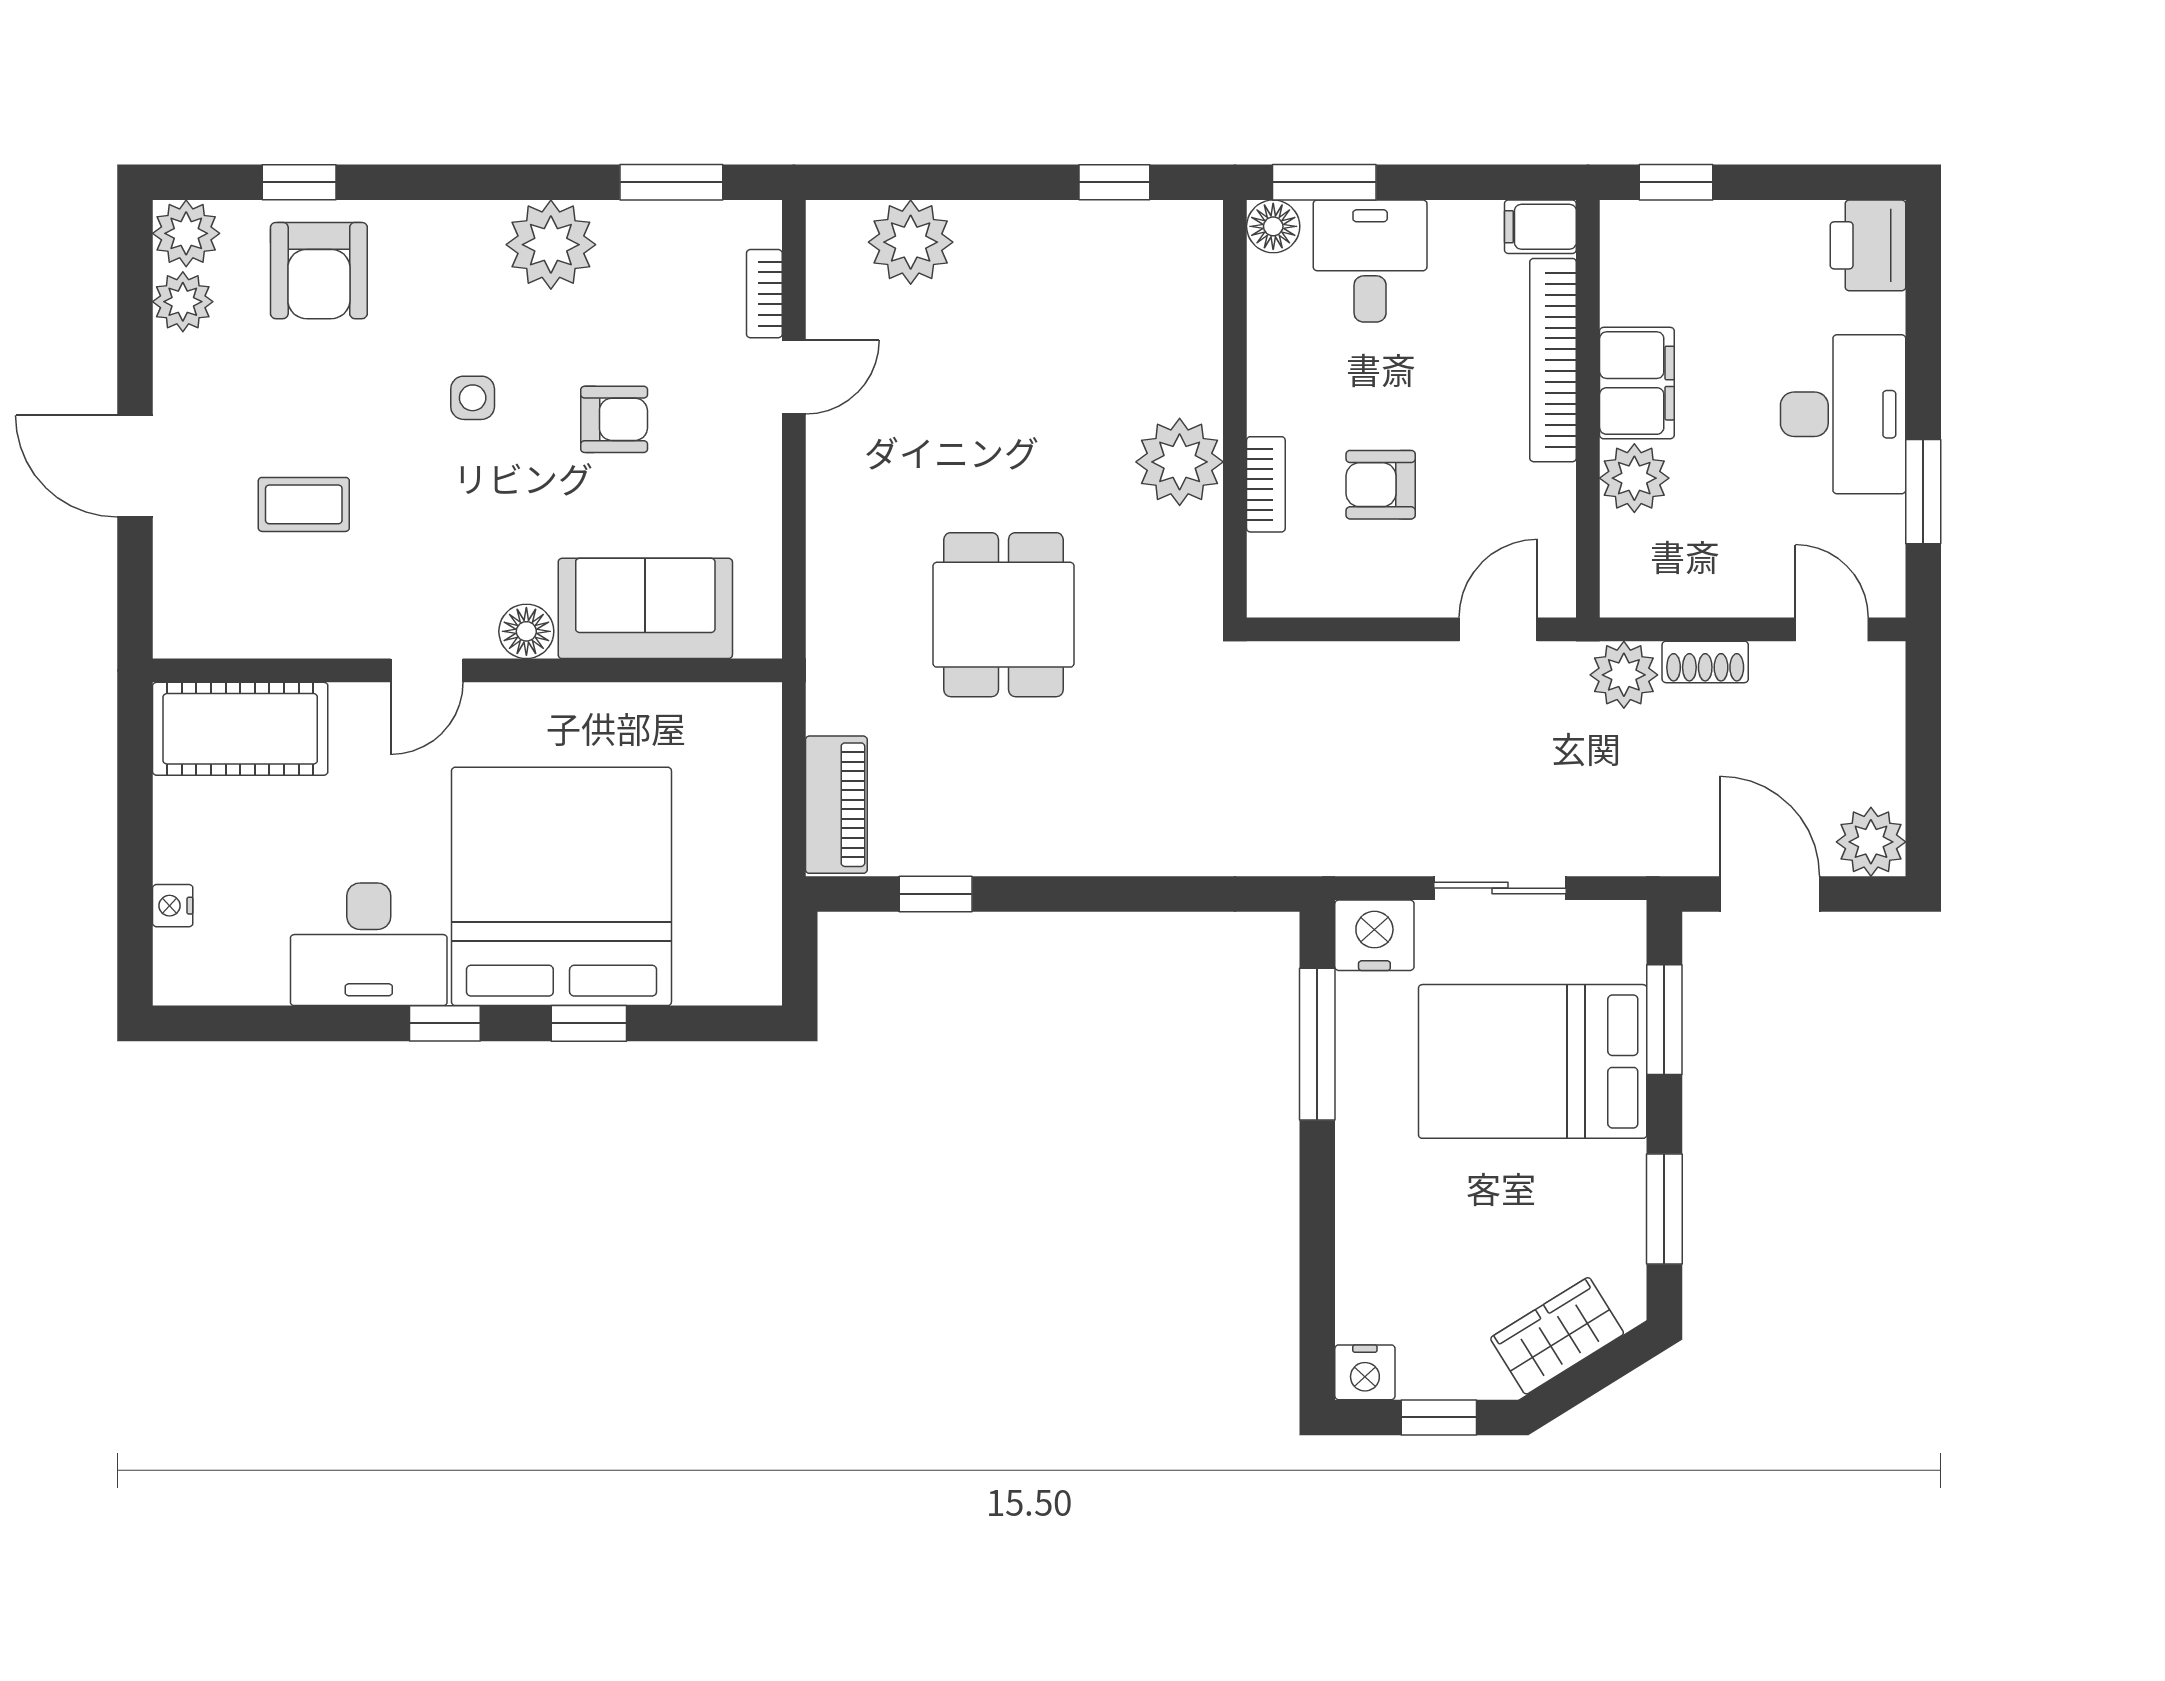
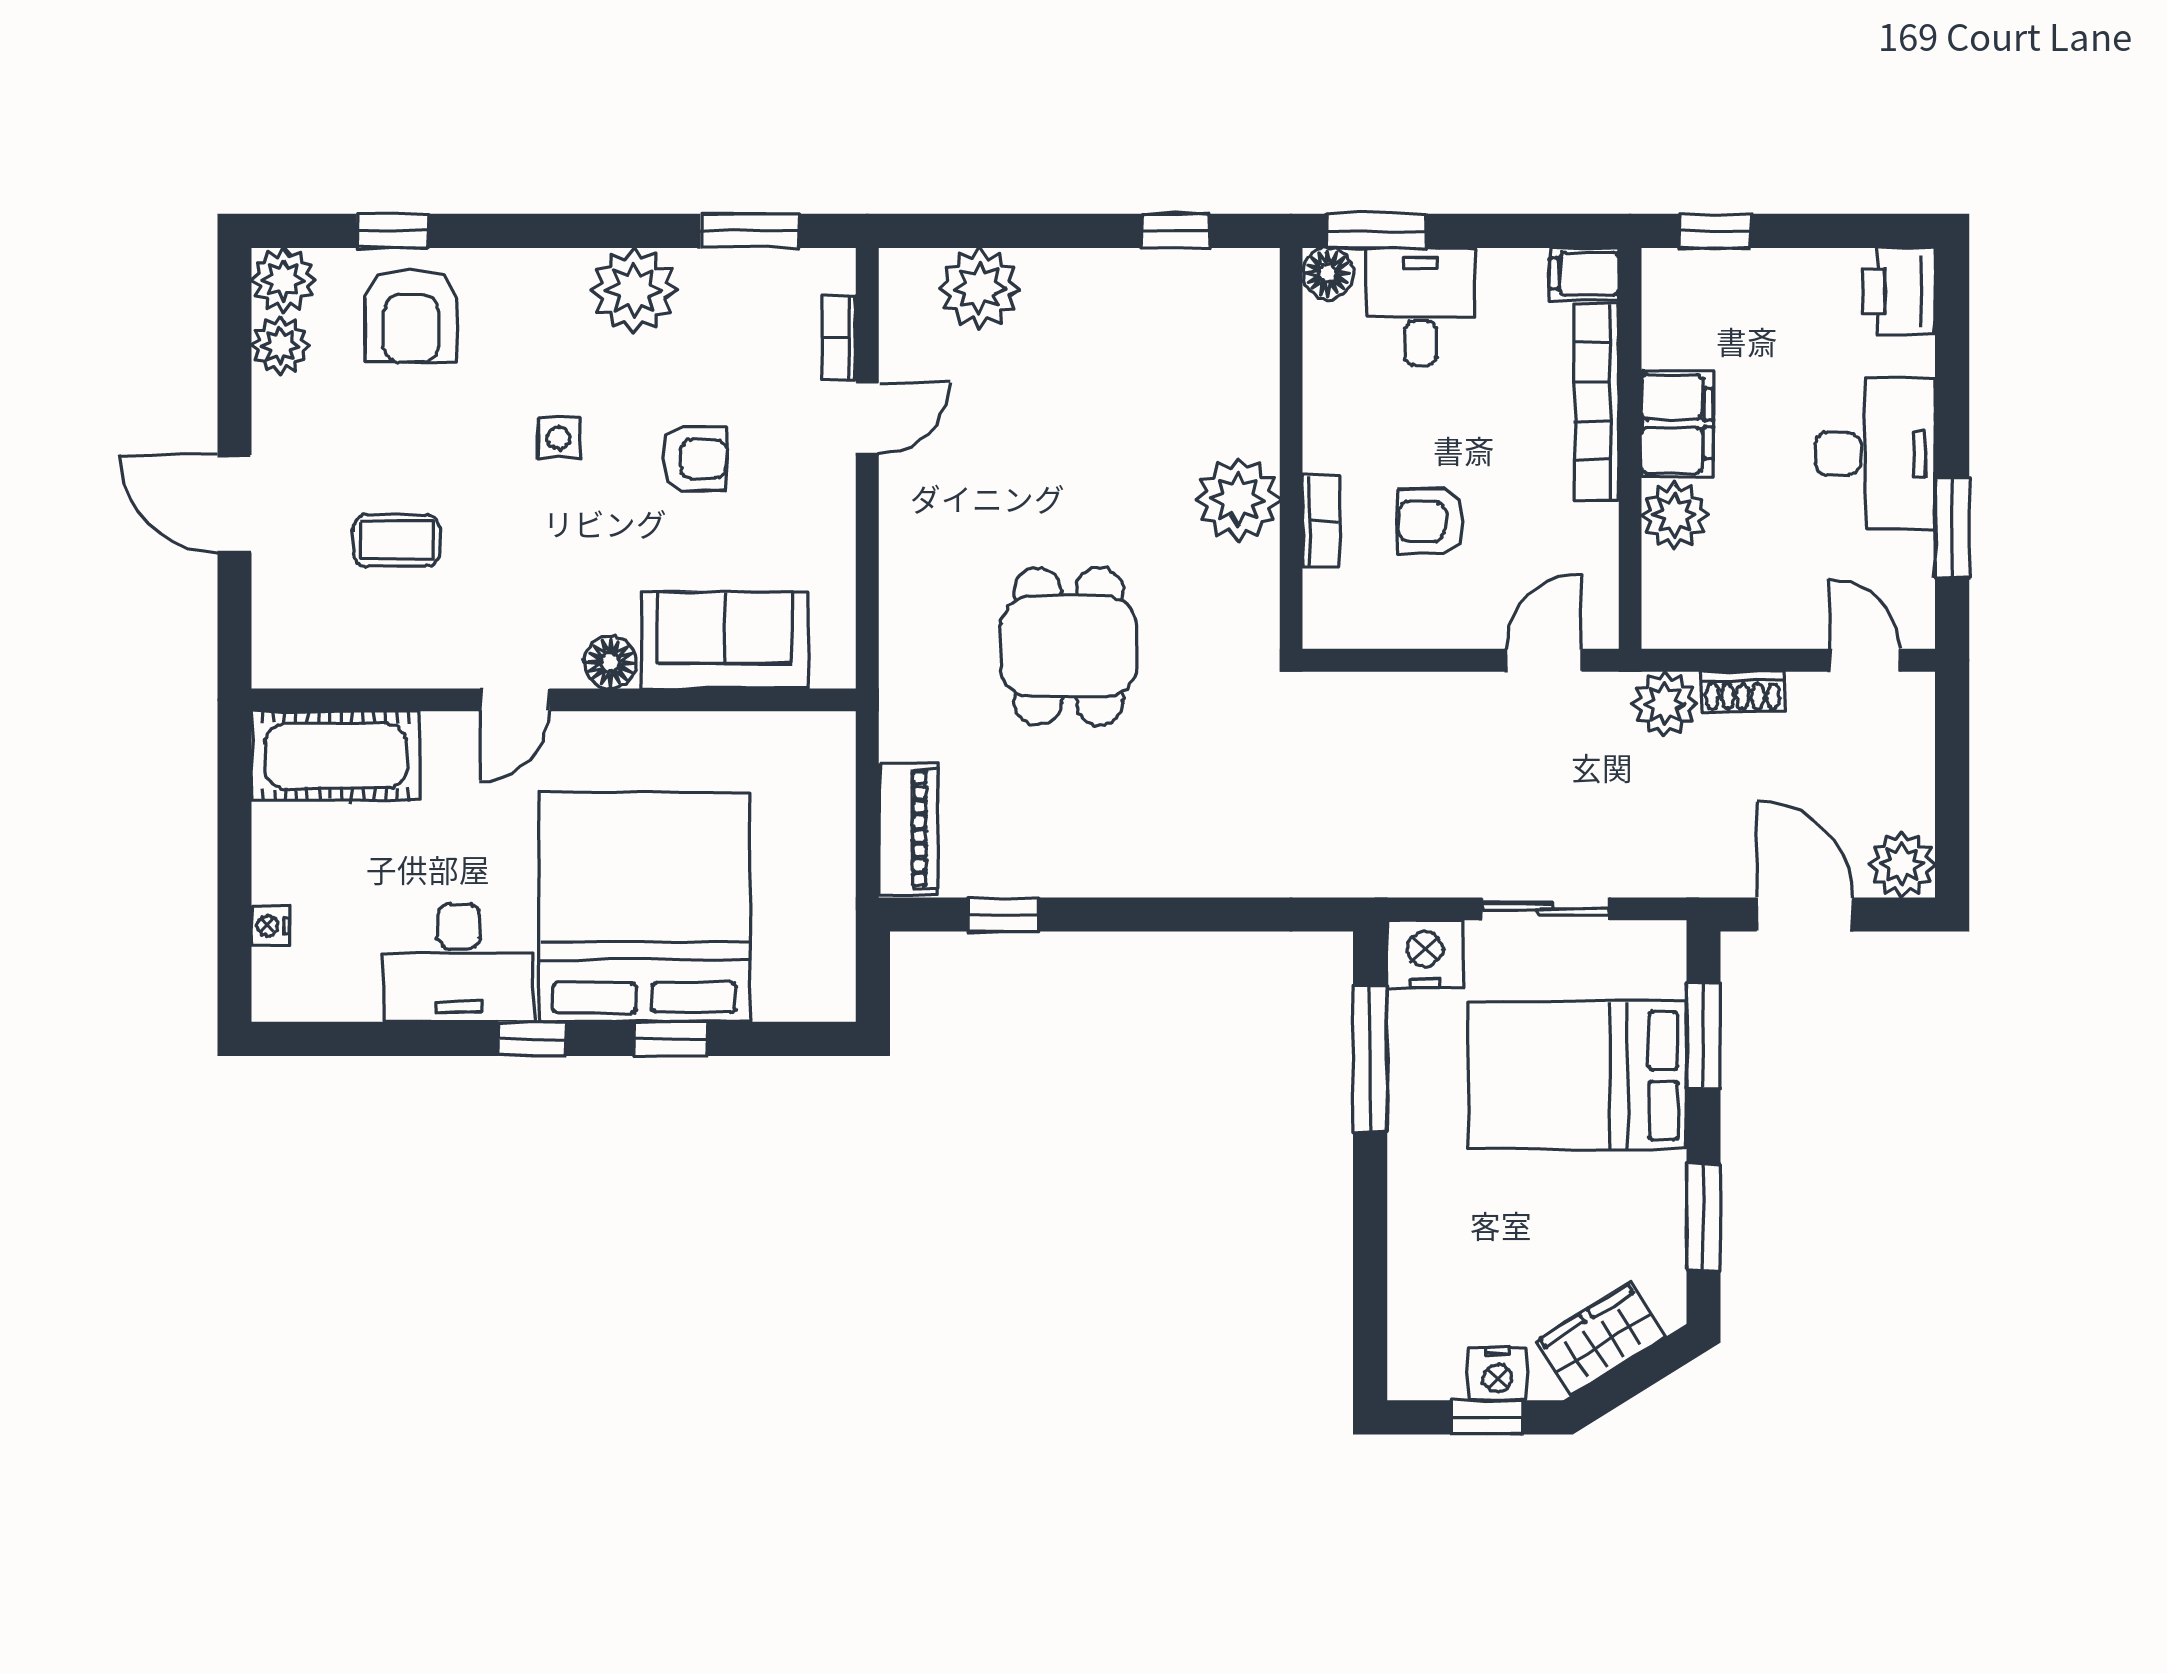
nightstand: (1365, 1372) -> (1498, 1374), moved

